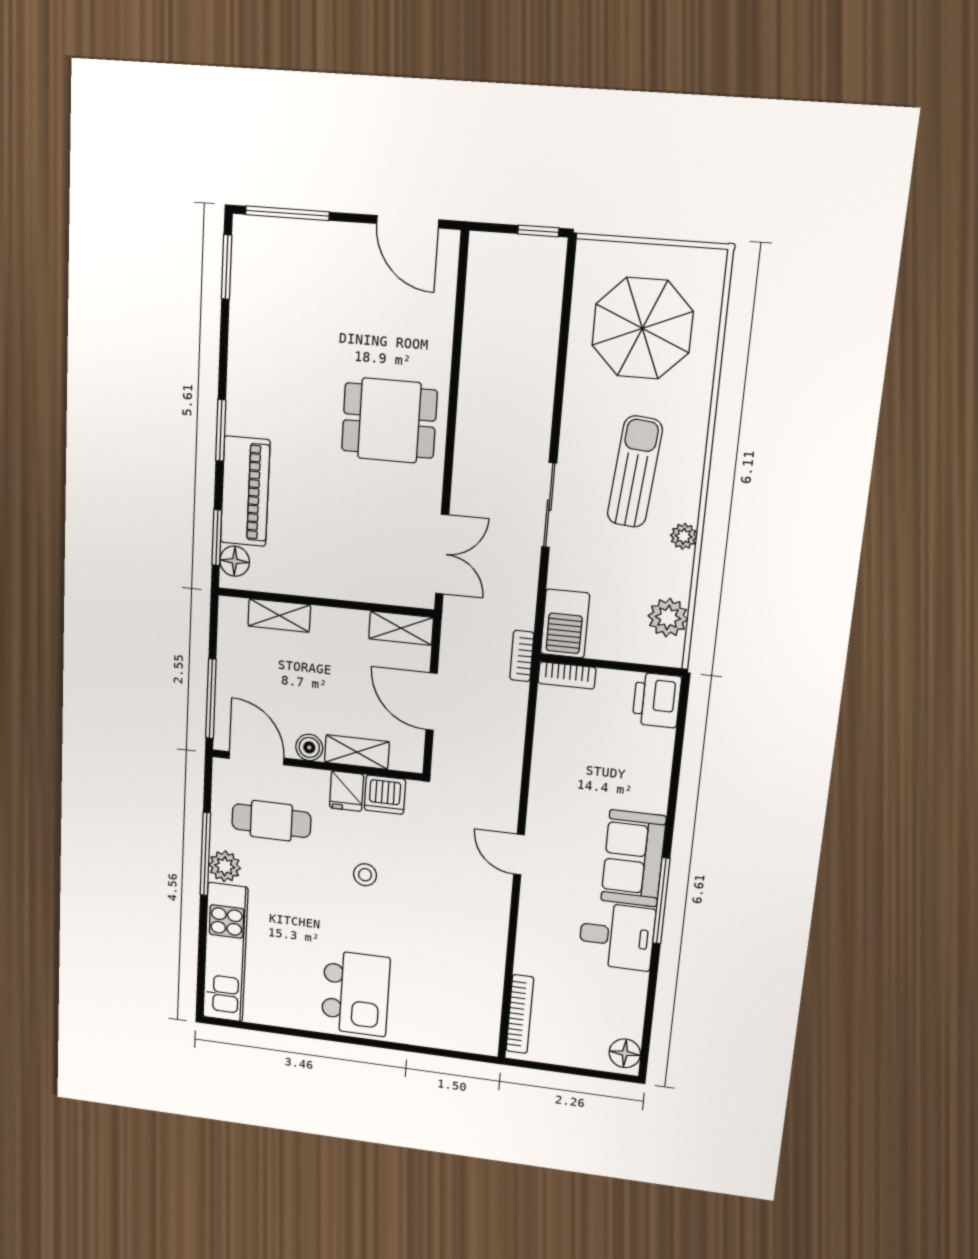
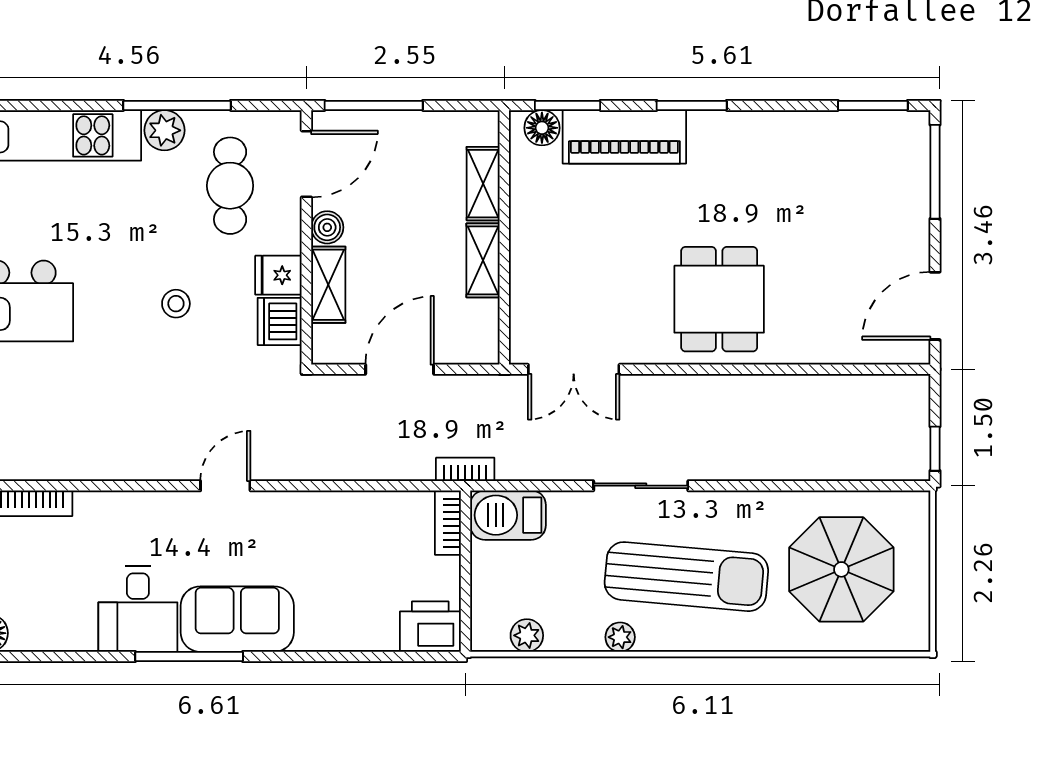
sun lounger: (635, 472) -> (686, 577), width x1.36, depth x1.34
plant: (668, 618) -> (527, 635), width x0.73, depth x0.73
shelving: (401, 628) -> (483, 260), moved

